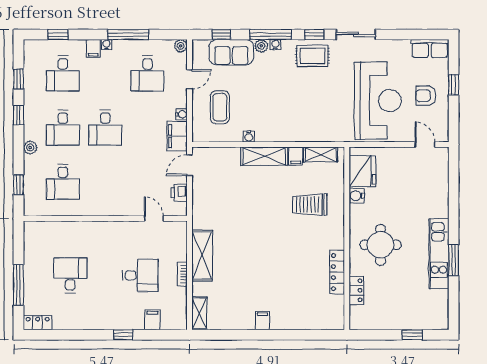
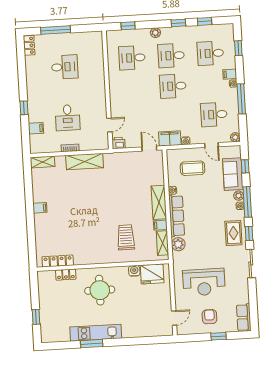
reception desk: (378, 101) -> (204, 282), width x0.74, depth x0.77
row of seats: (284, 133) -> (177, 216), added
plant: (323, 133) -> (178, 244), added
printer: (179, 193) -> (118, 143), moved
locker: (337, 272) -> (58, 261), moved

